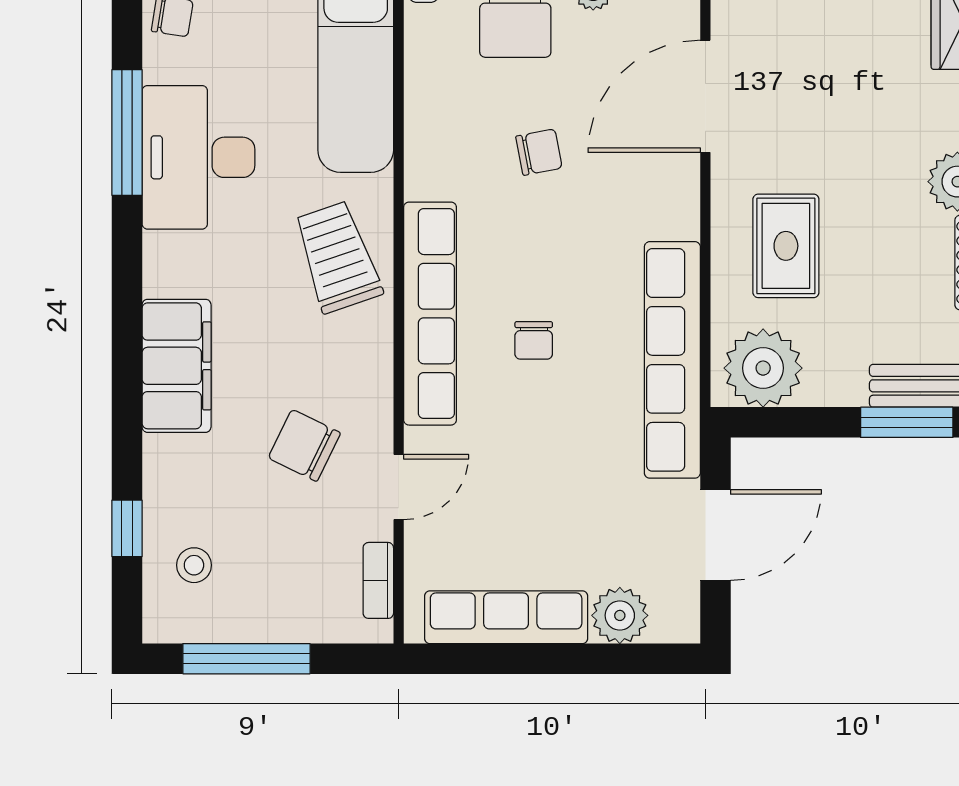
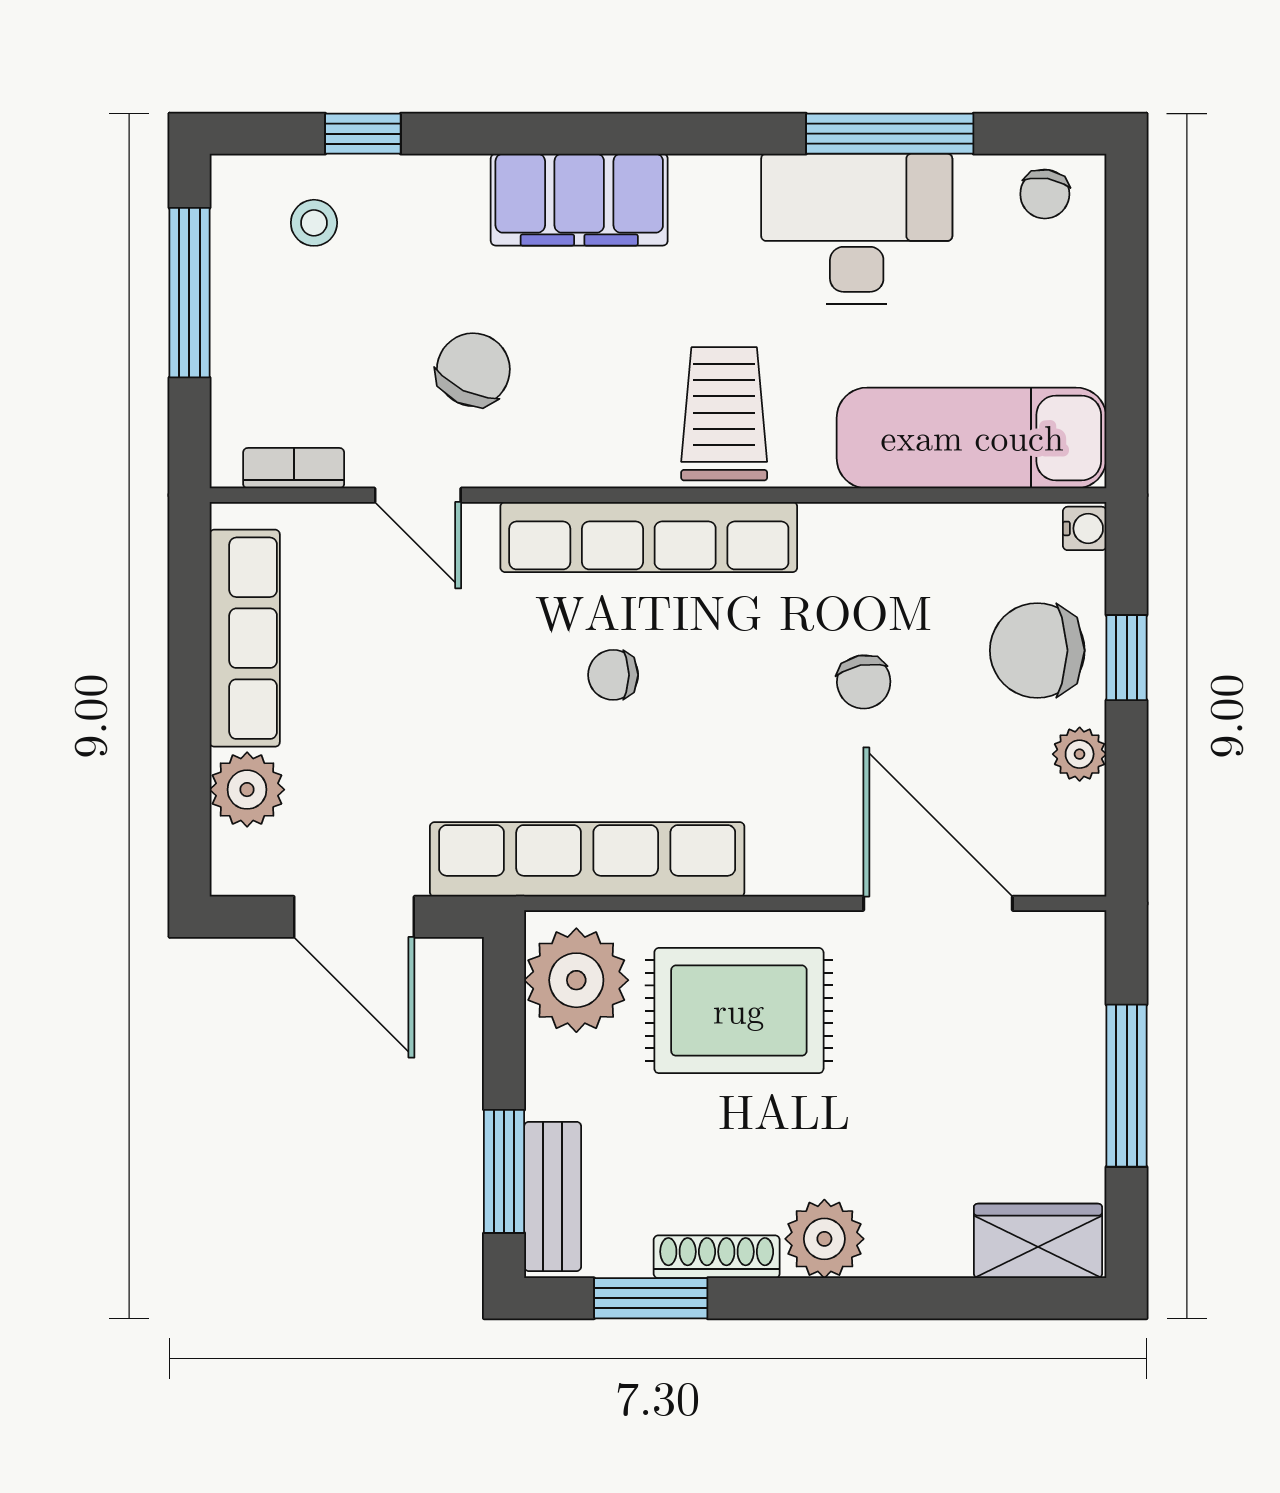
rug: (786, 246) -> (739, 1011), width x1.36, depth x1.43
trolley: (338, 257) -> (724, 414), turned -71

